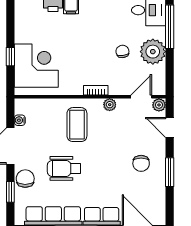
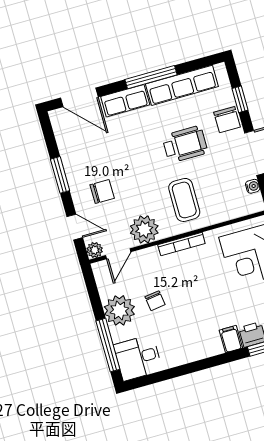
bookcase: (96, 90) -> (181, 244), width x1.56
plant: (110, 105) -> (144, 229), width x1.88, depth x1.88
chair: (141, 163) -> (102, 191), moved, turned 90

